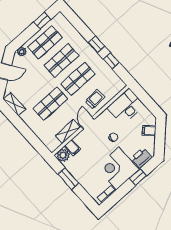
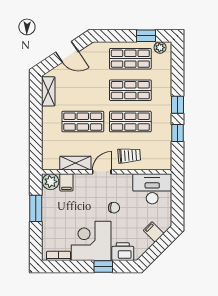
plant: (22, 52) -> (160, 48), moved

